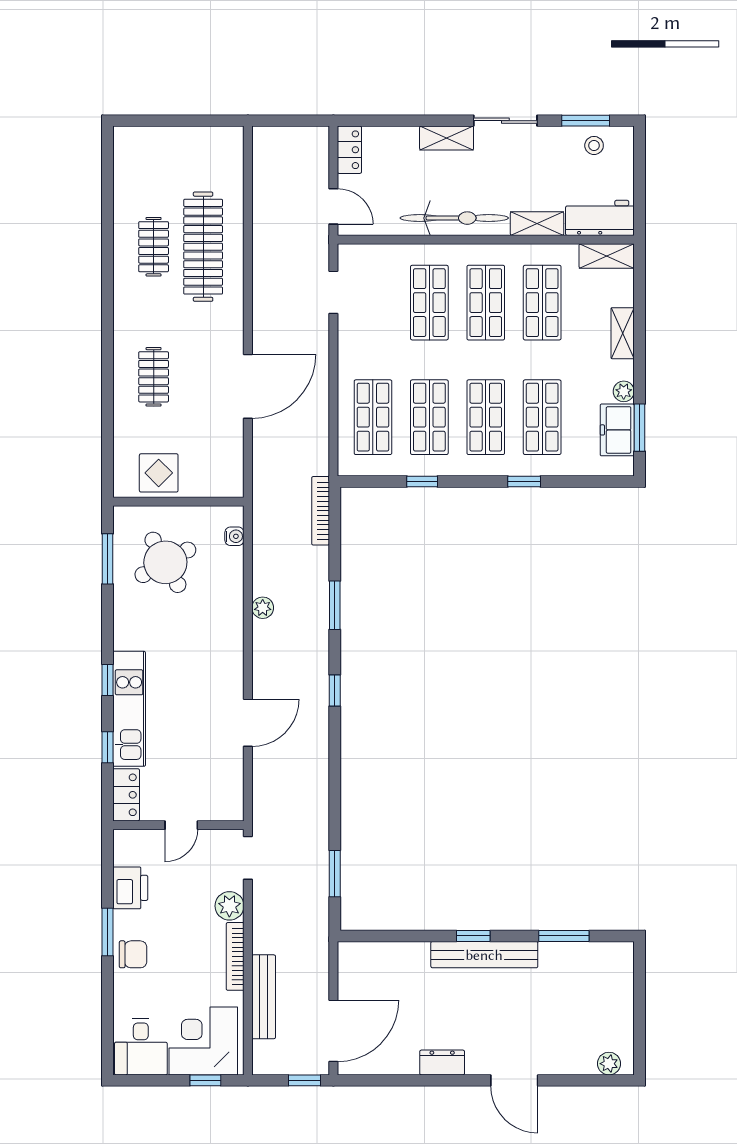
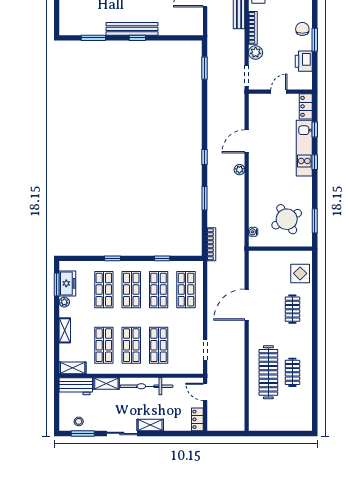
display table: (159, 473) -> (300, 273), moved
plant: (263, 608) -> (239, 170), moved
chair: (133, 954) -> (302, 29), turned 89

